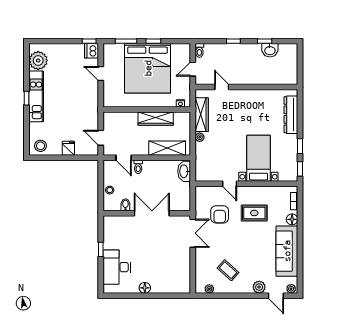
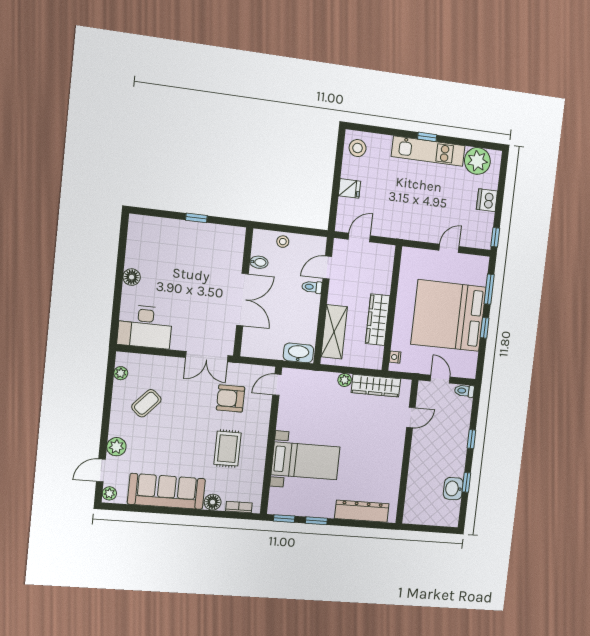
dishwasher: (92, 51) -> (487, 200), moved, turned -90
door: (230, 184) -> (277, 385), moved
desk: (117, 267) -> (145, 327), moved, turned 180

